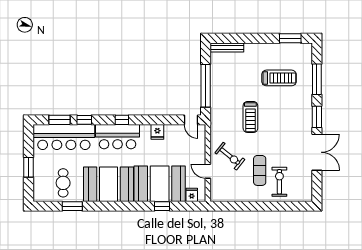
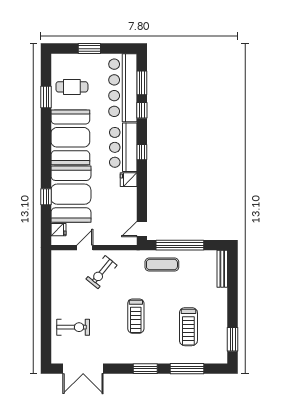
treadmill: (250, 117) -> (136, 316), moved, turned -90
fridge: (157, 132) -> (129, 180), moved
double door: (317, 152) -> (83, 369), moved
exercise mat: (260, 170) -> (162, 265), moved

